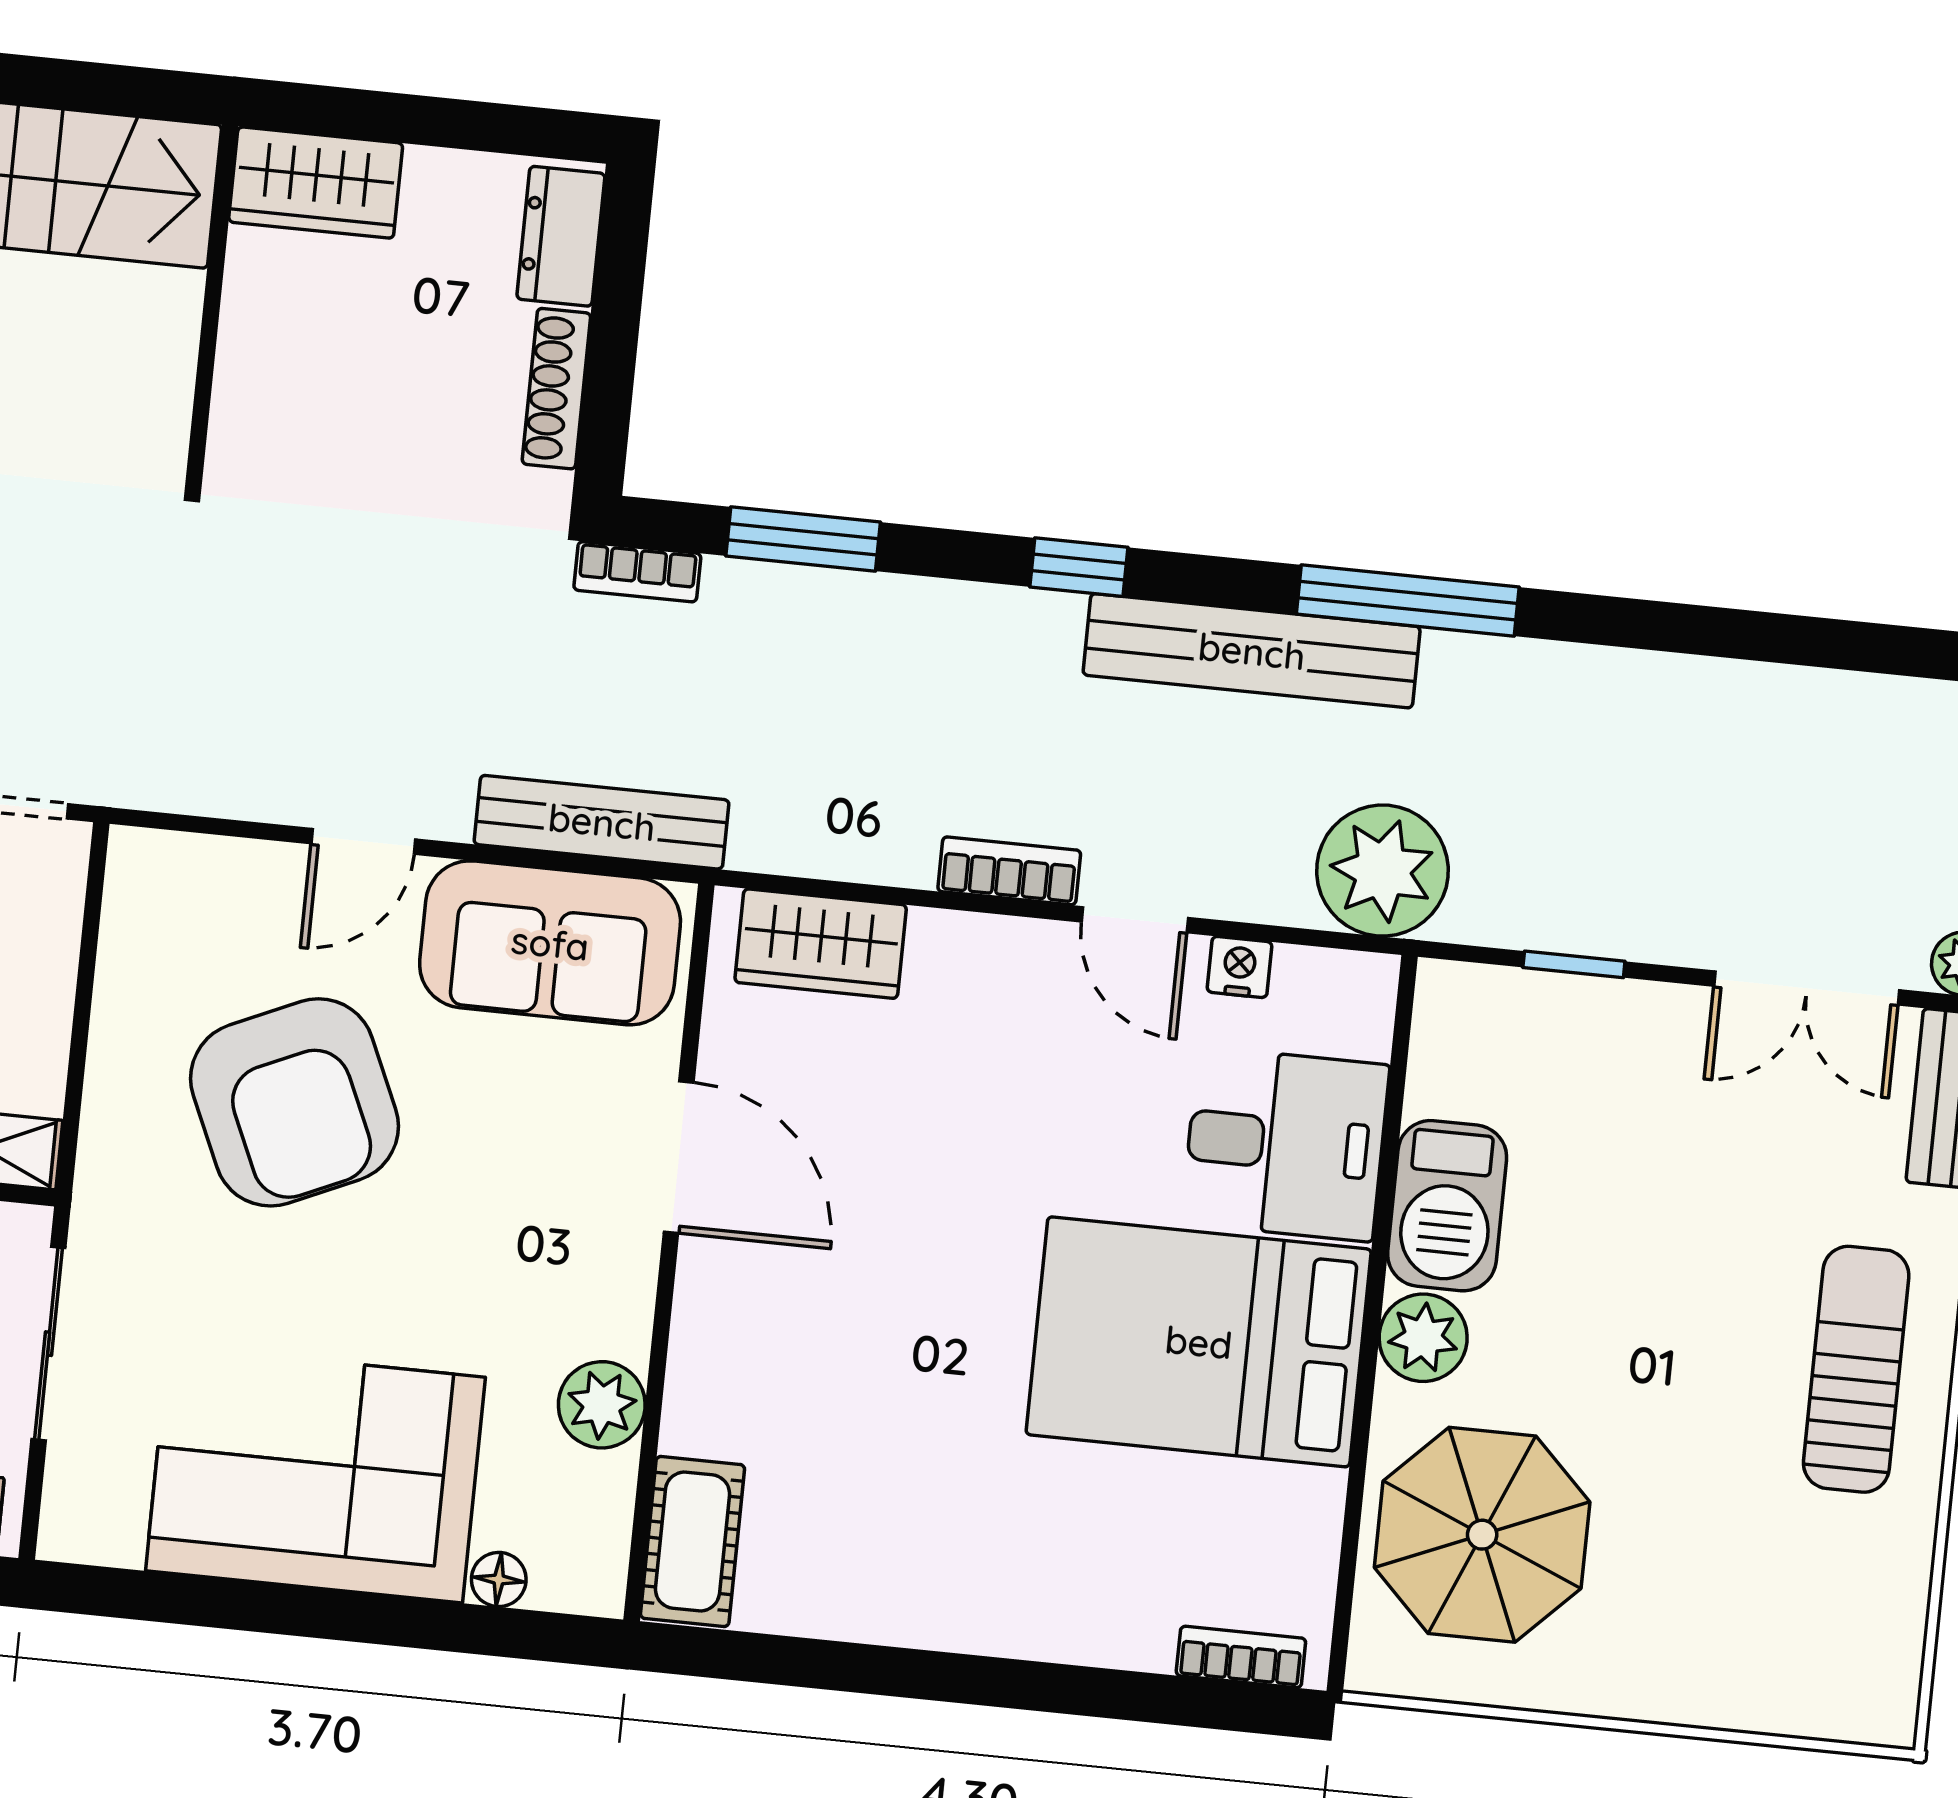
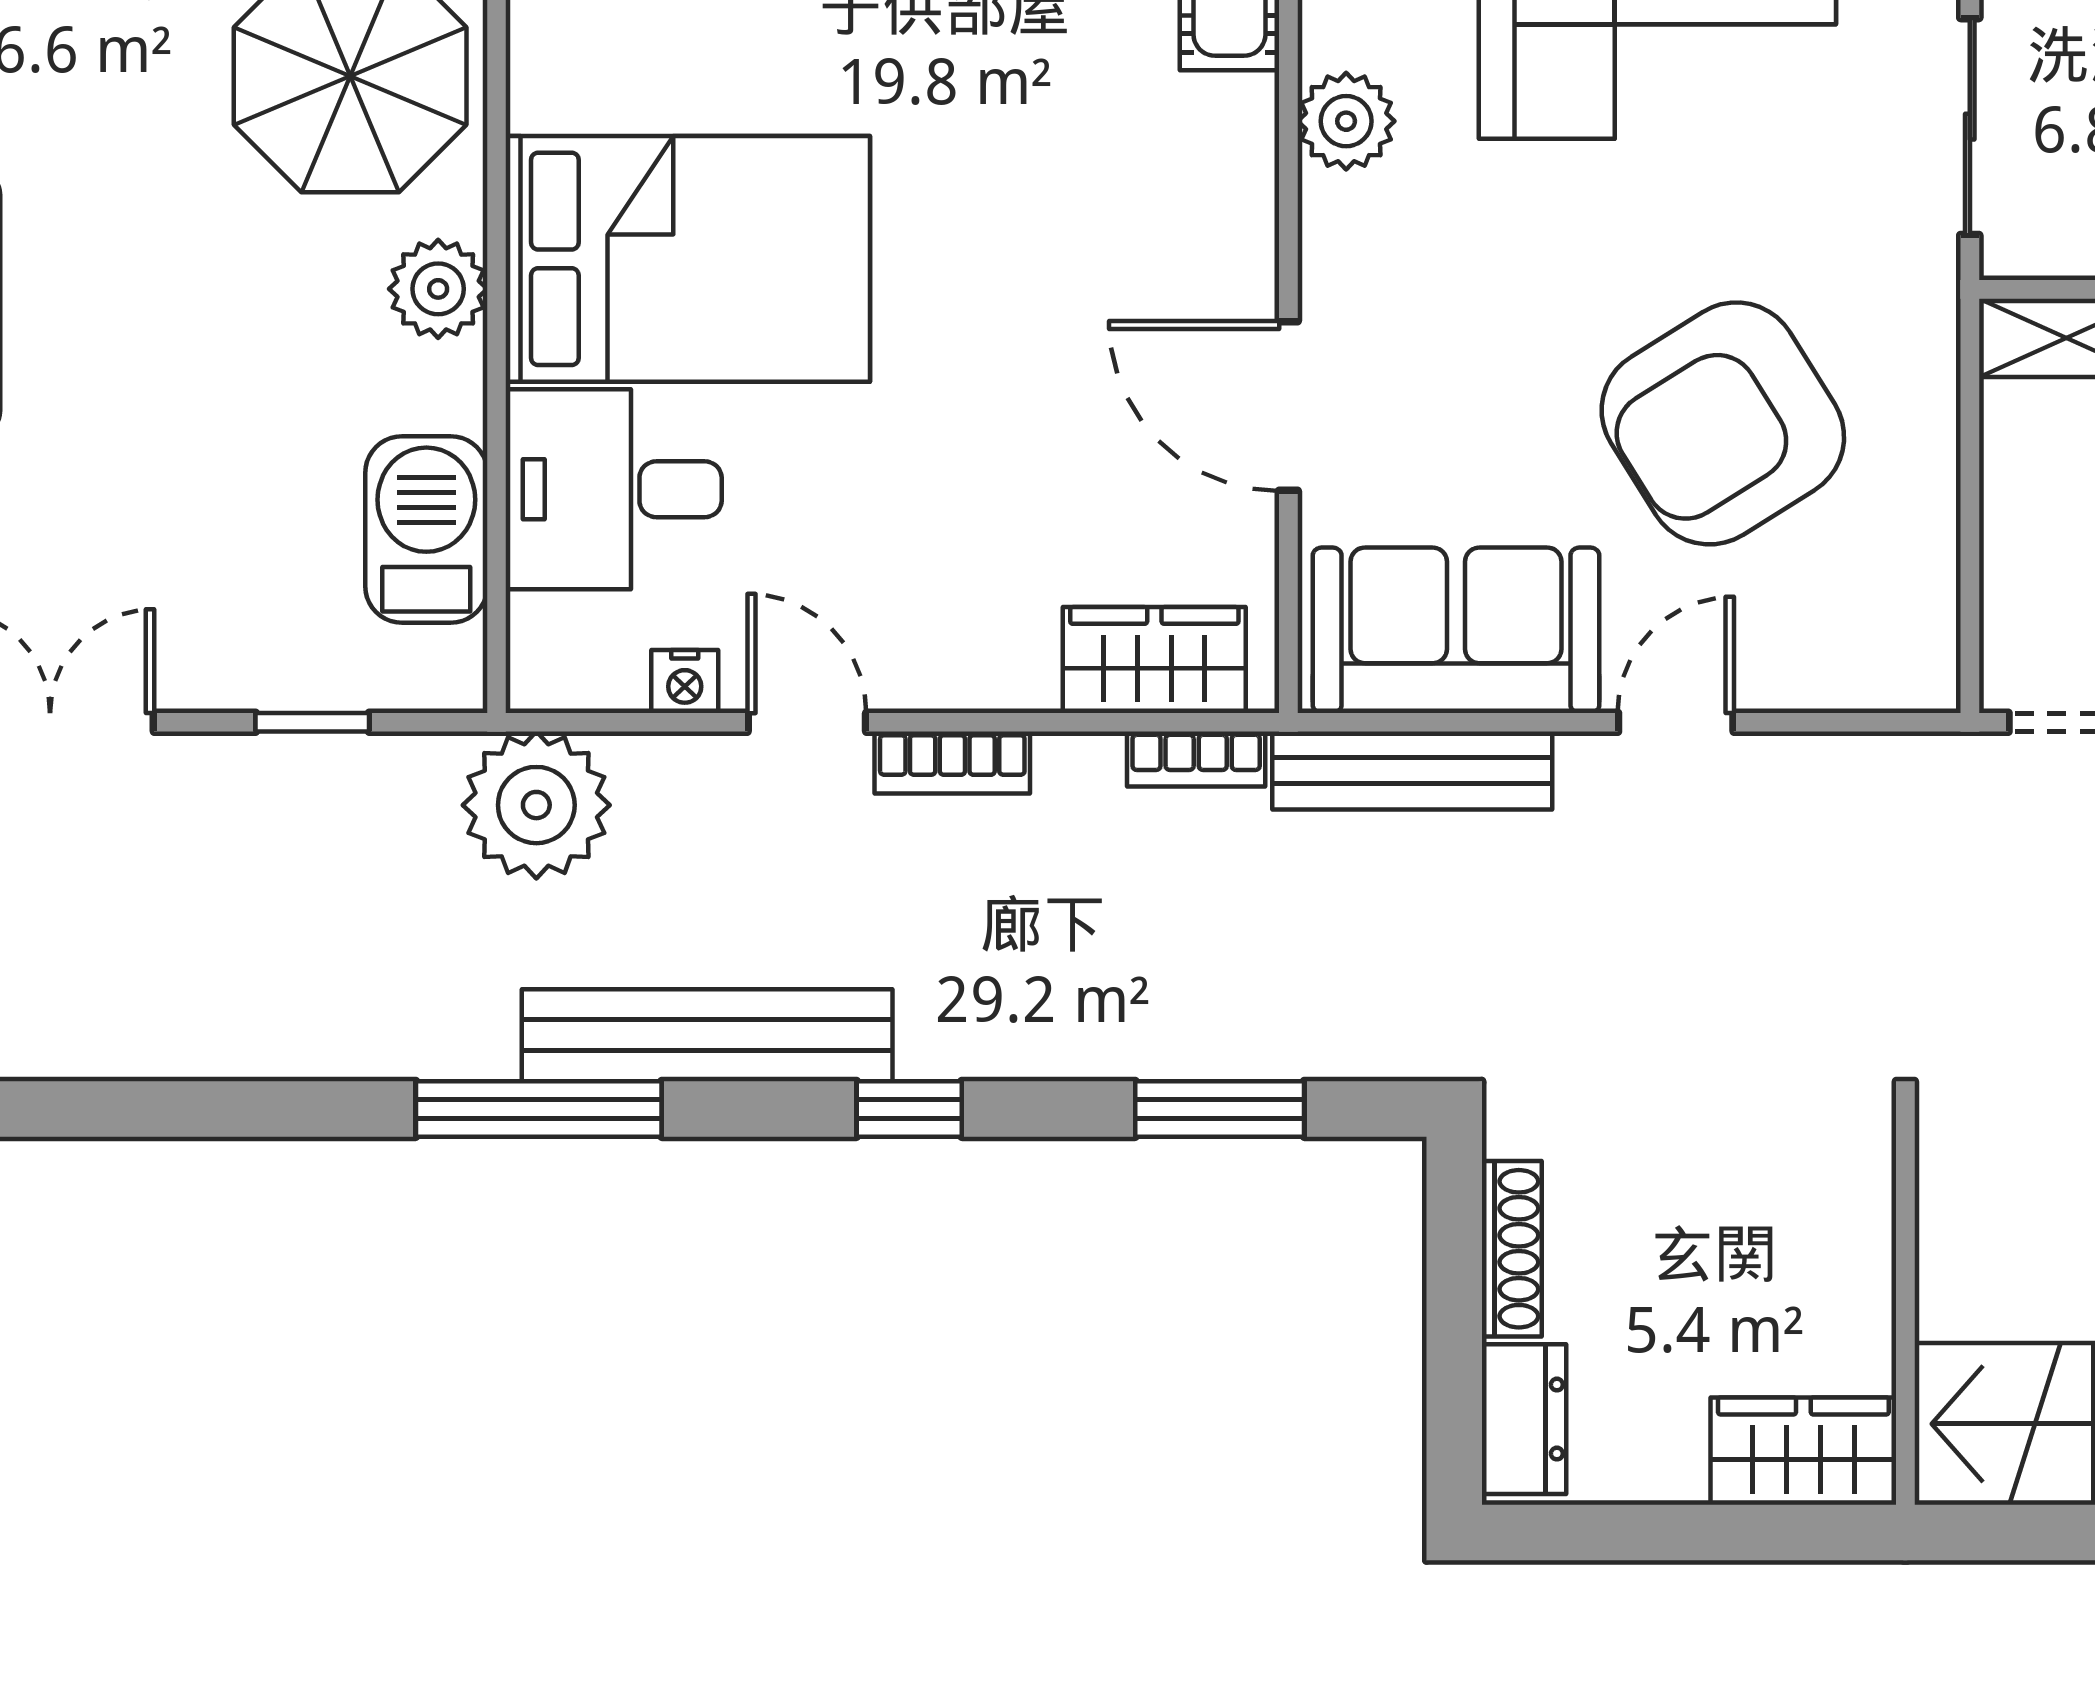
bookcase: (637, 572) -> (1196, 759), moved, turned 180
armchair: (295, 1102) -> (1723, 423), turned -98
barbecue: (1447, 1206) -> (426, 530), moved

